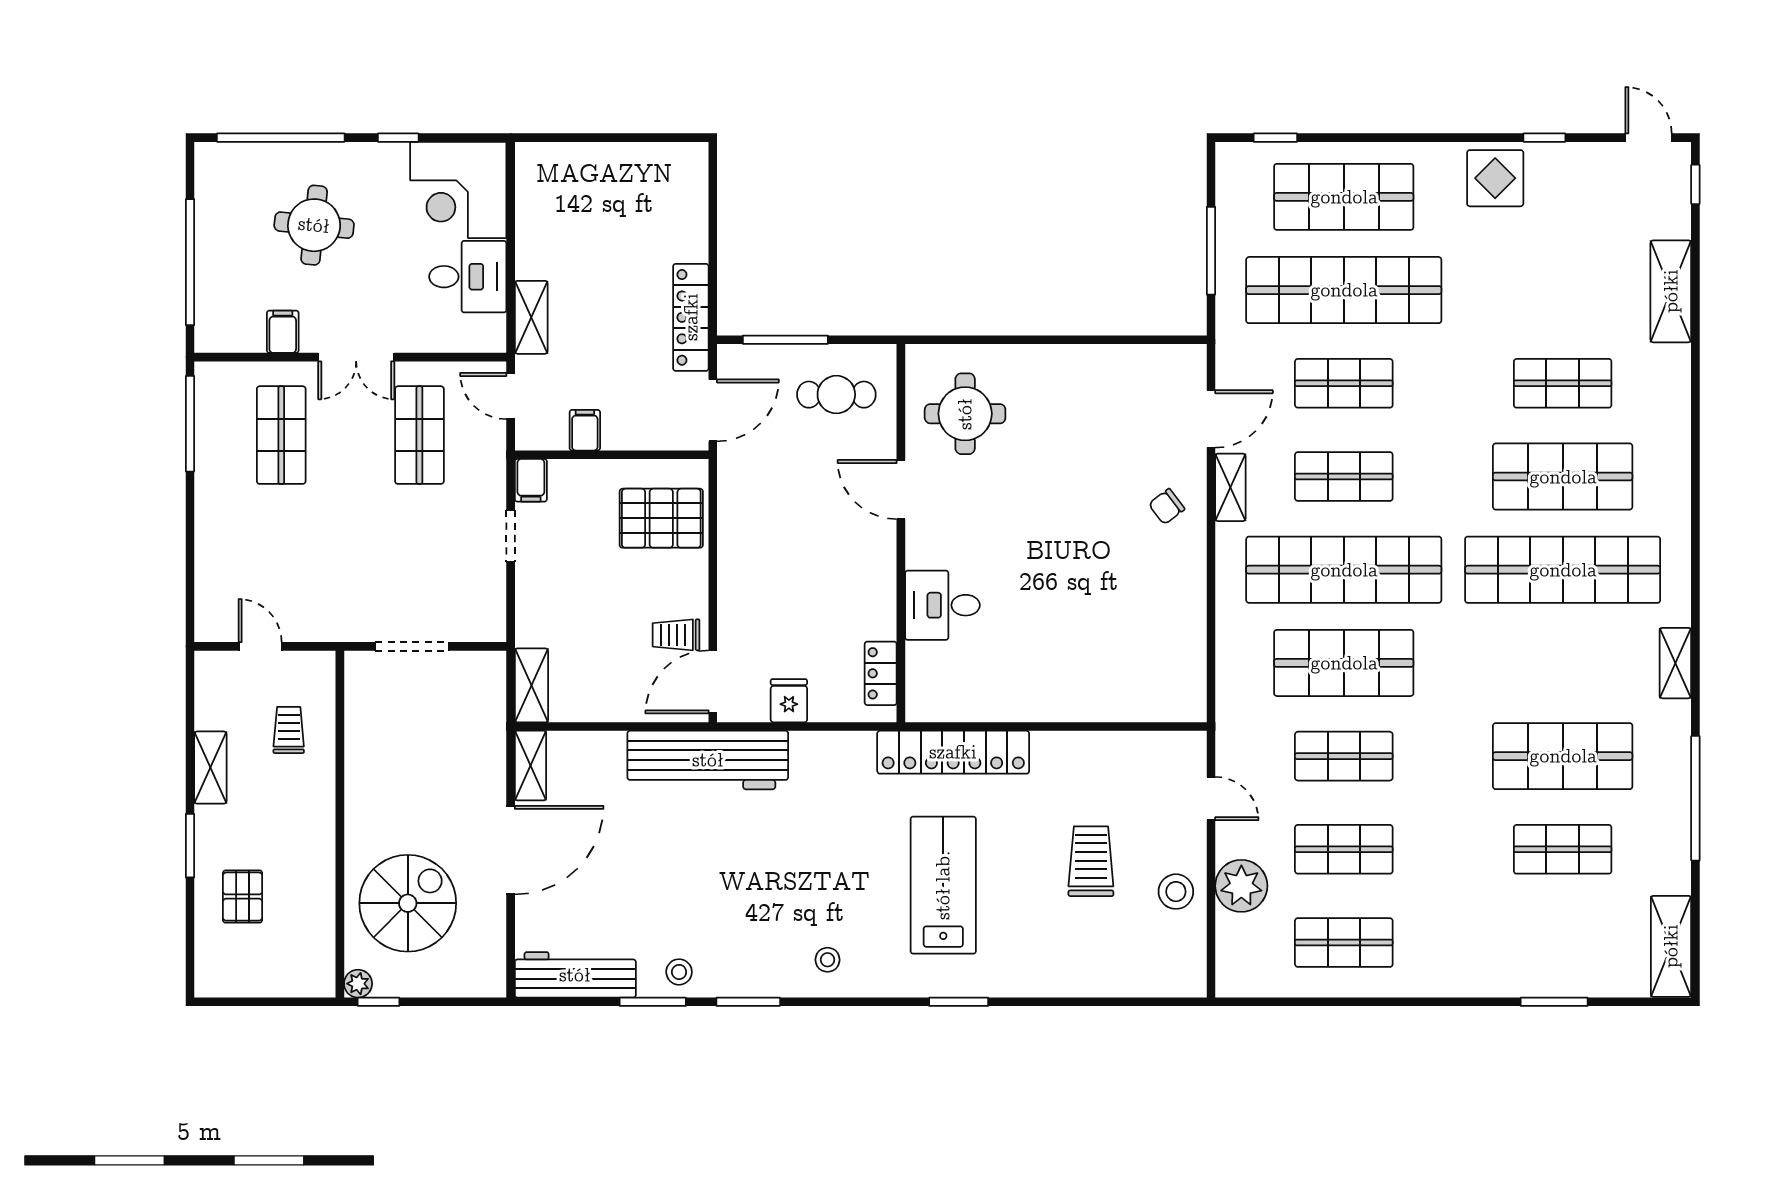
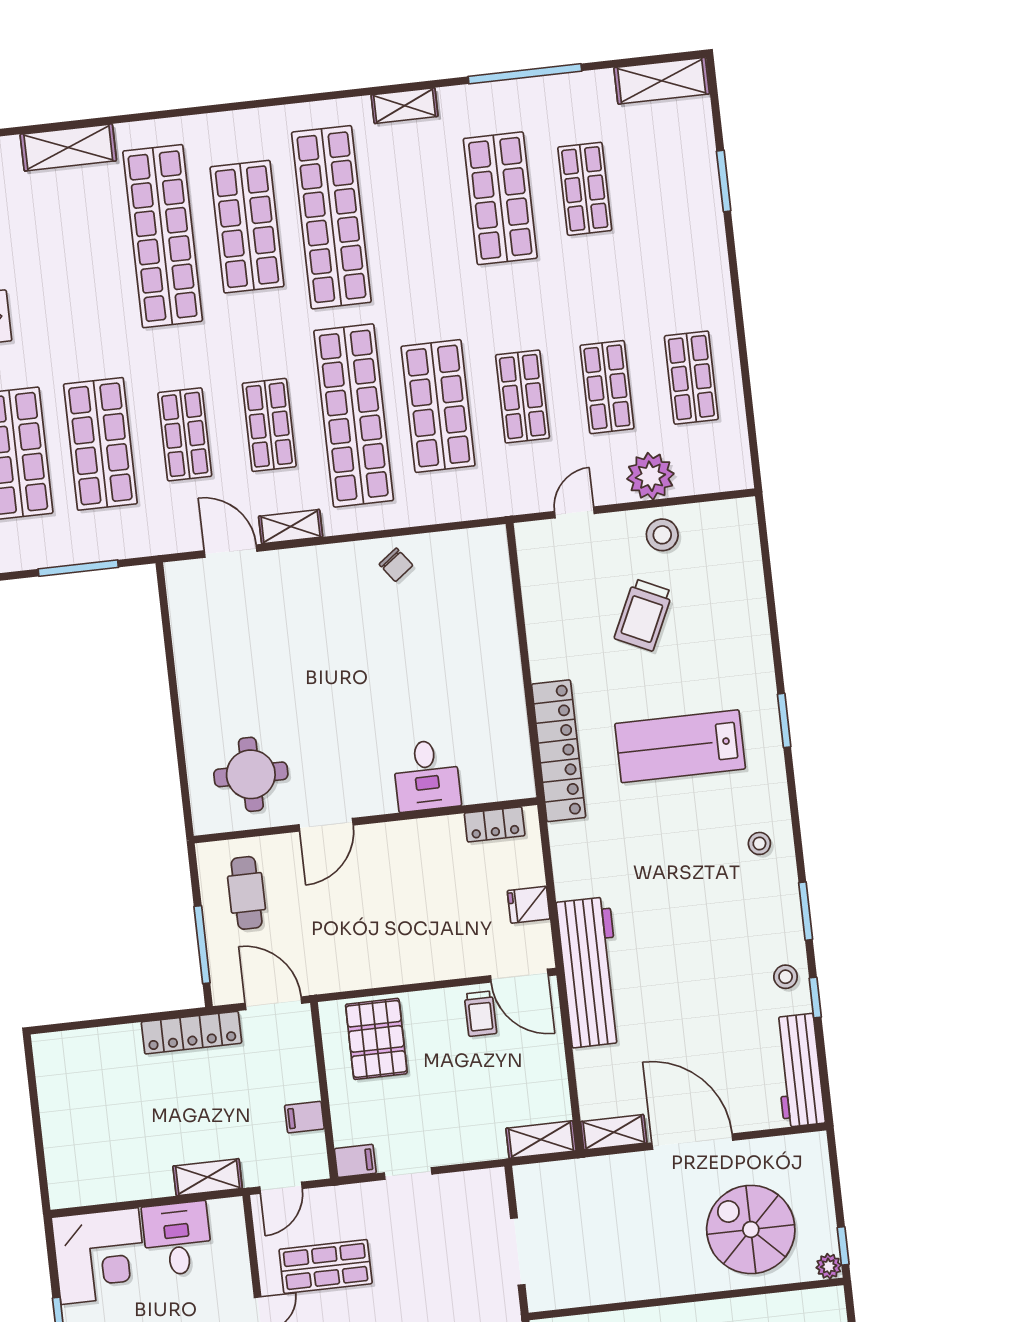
shop shelf: (1344, 290) -> (100, 444), width x0.71
shop shelf: (1563, 383) -> (163, 236), width x2.00, depth x1.36
chair: (1167, 507) -> (396, 565), moved
trolley: (1091, 861) -> (643, 615), turned -65
window: (653, 1002) -> (815, 998), width x0.67

